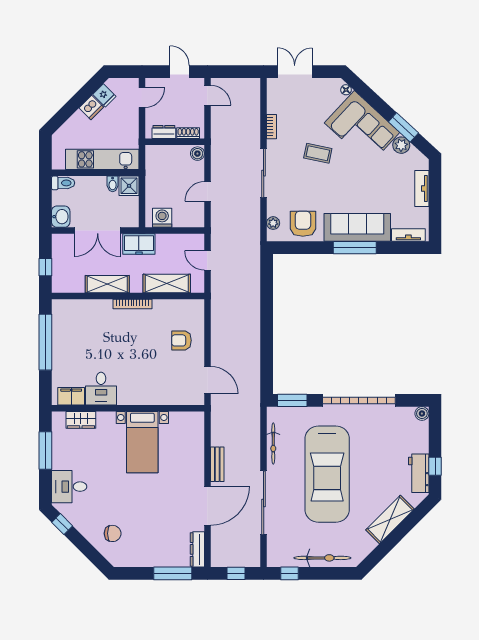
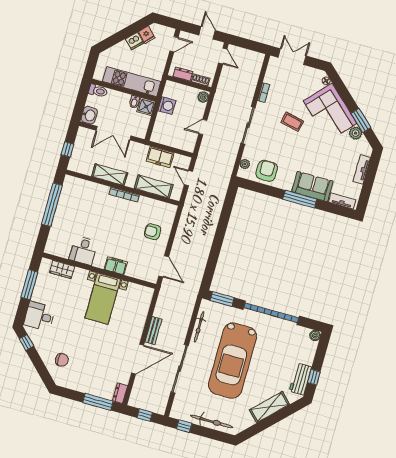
washing machine: (162, 218) -> (167, 106), moved, turned 90
sofa: (357, 227) -> (312, 187), width x0.73
freezer: (139, 244) -> (160, 157), moved
filing cabinet: (71, 396) -> (116, 266), moved
dresser: (197, 549) -> (120, 393), width x0.70

